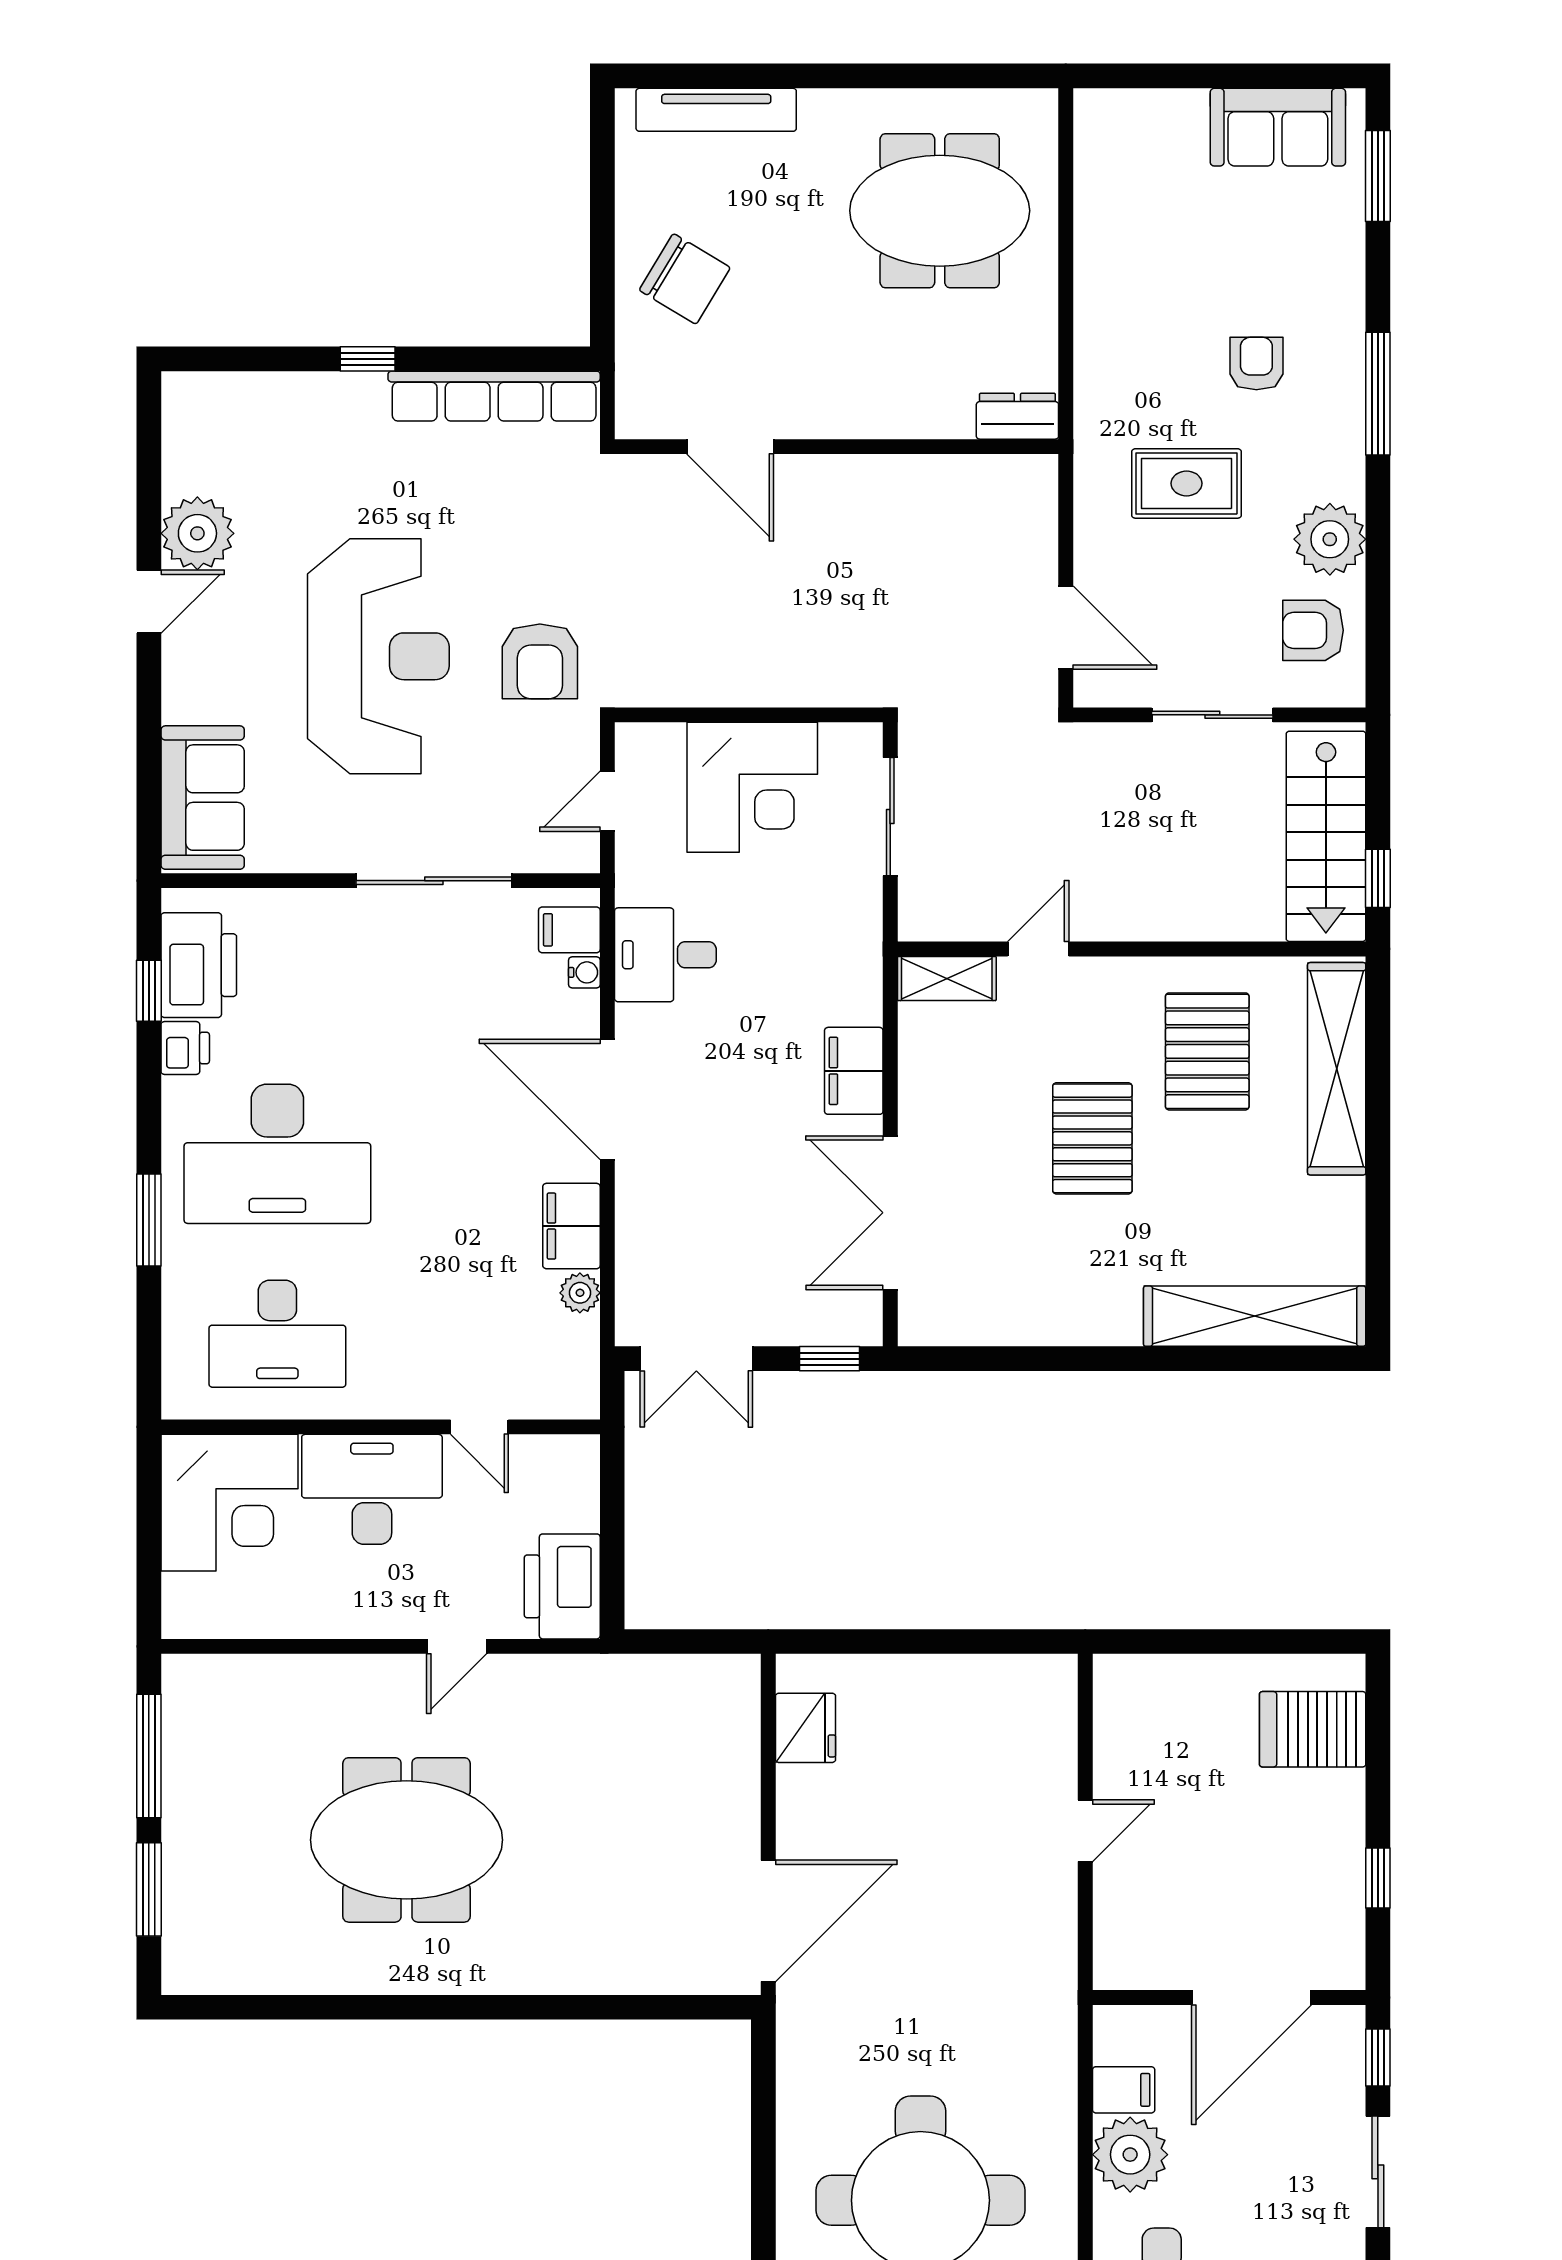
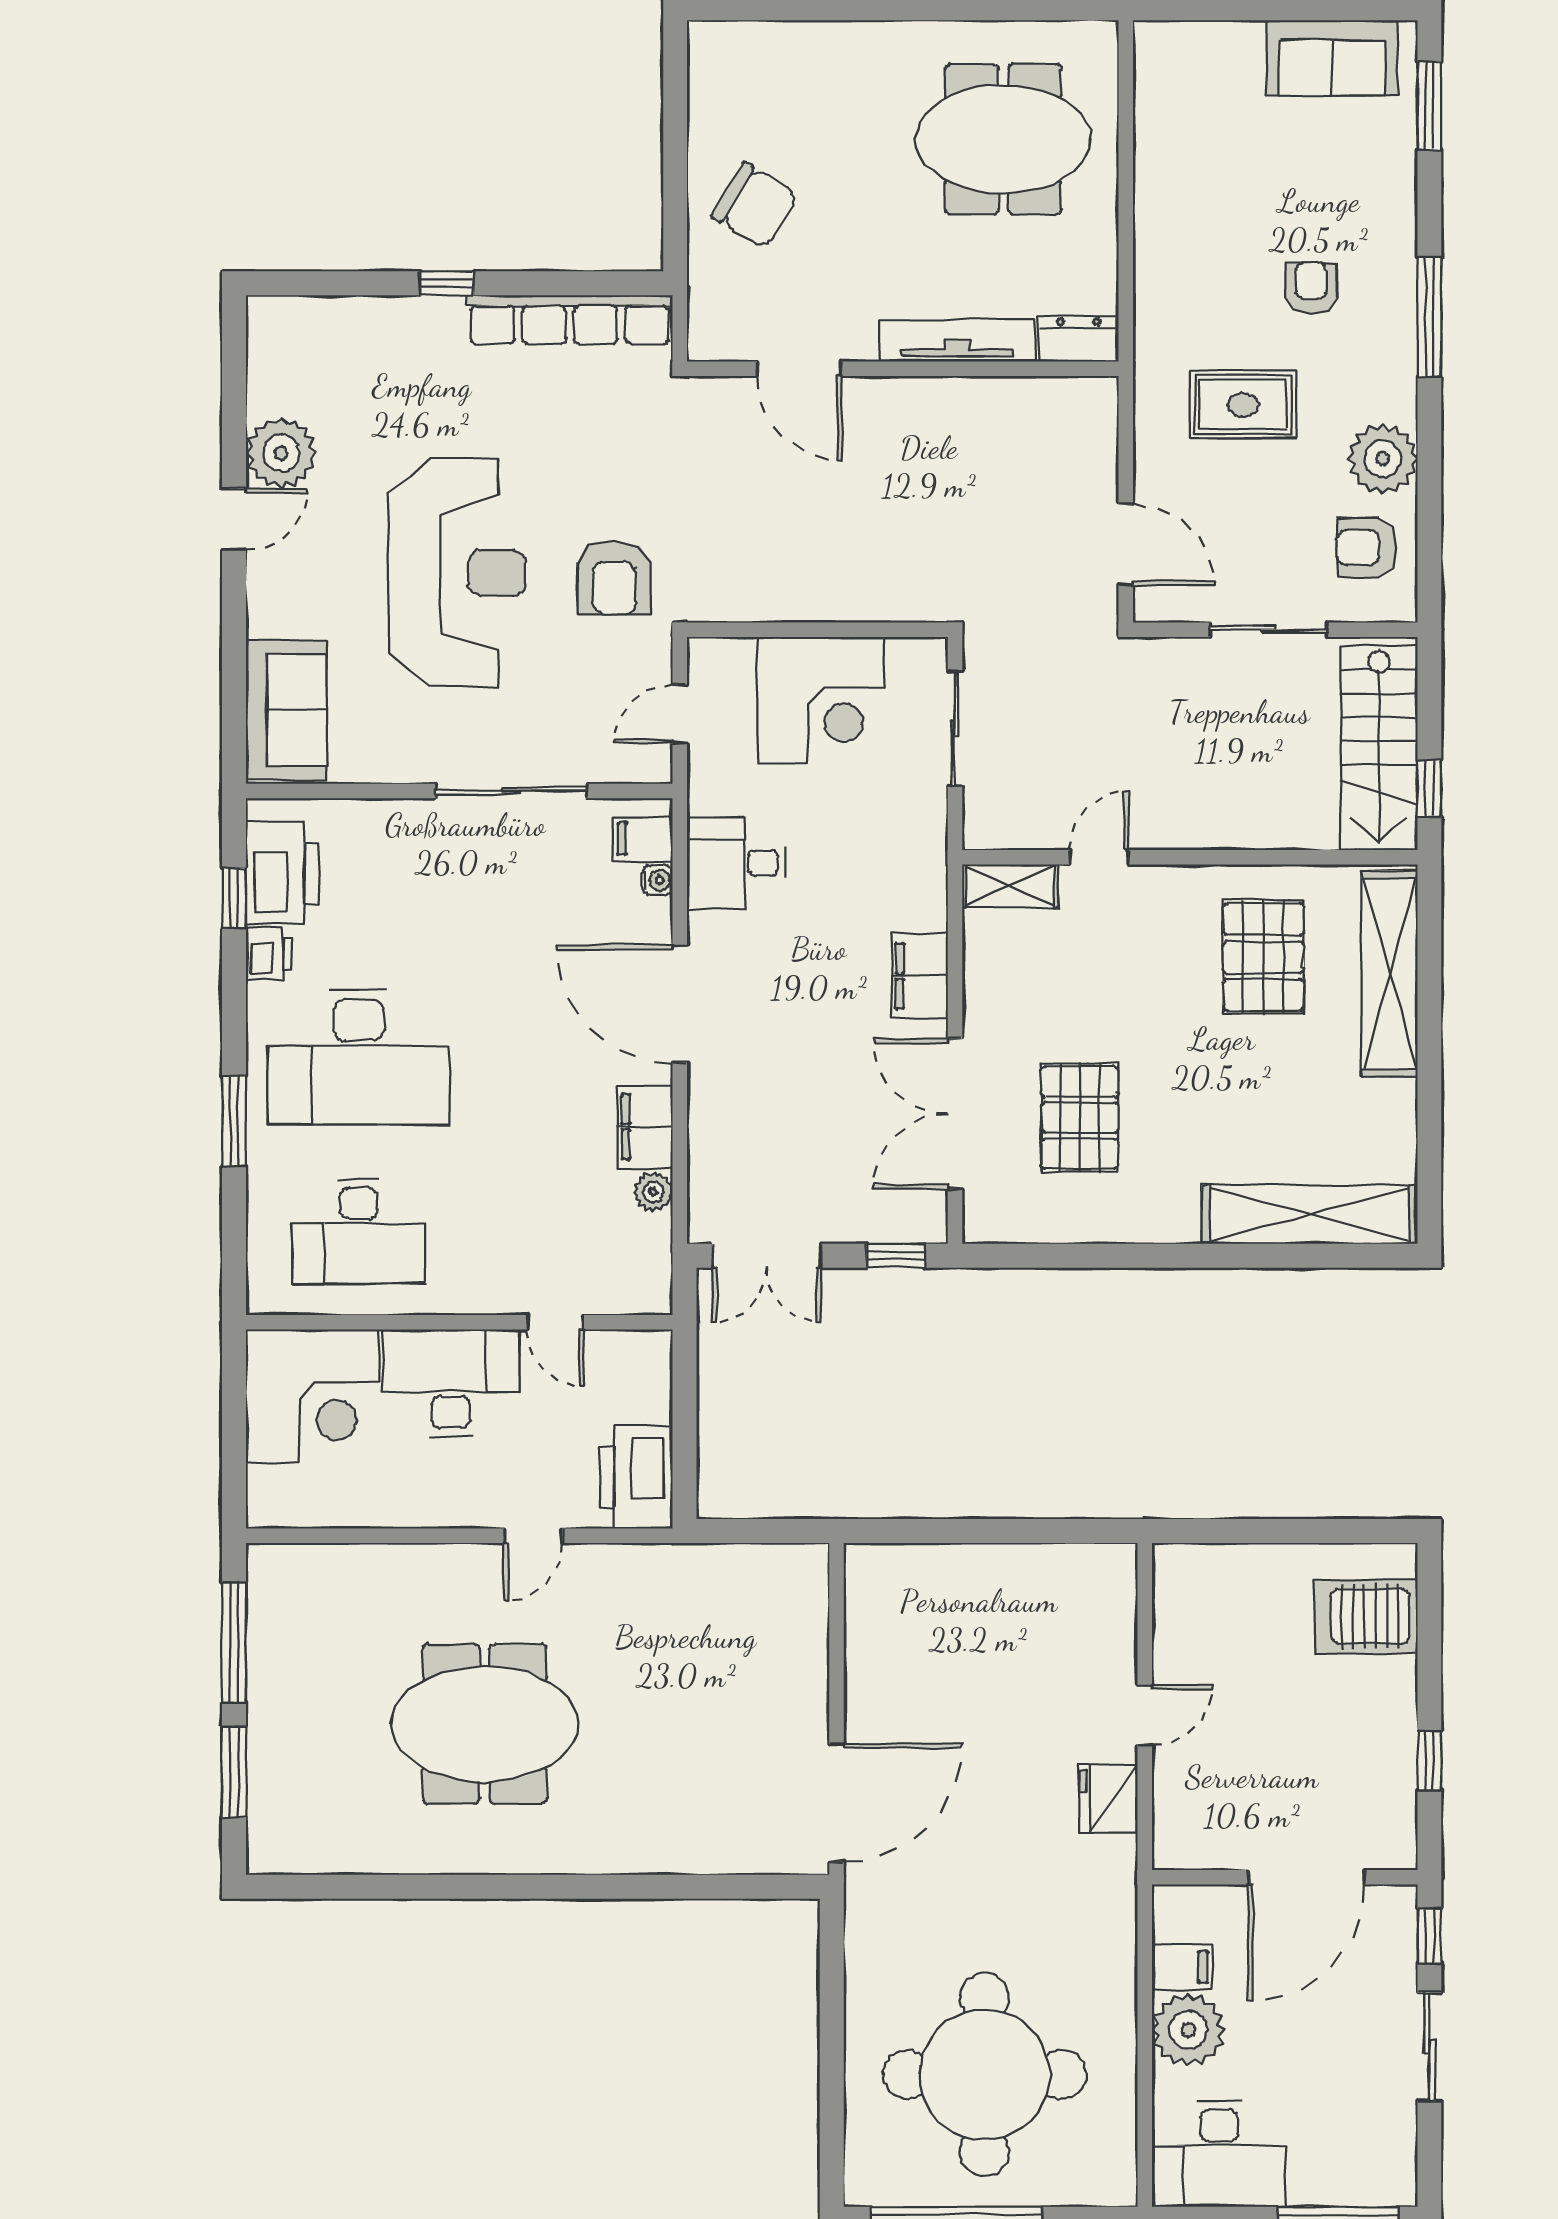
tv unit: (716, 110) -> (957, 341), moved, turned 180
pallet: (1092, 1138) -> (1080, 1118), moved
fridge: (806, 1728) -> (1109, 1799), moved, turned 180

